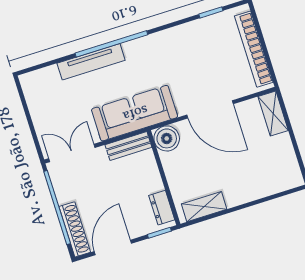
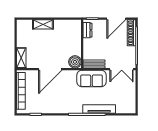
door: (210, 109) -> (50, 69), swing flipped
sofa: (135, 113) -> (92, 79), width x0.73
shelving: (204, 207) -> (43, 24), moved

